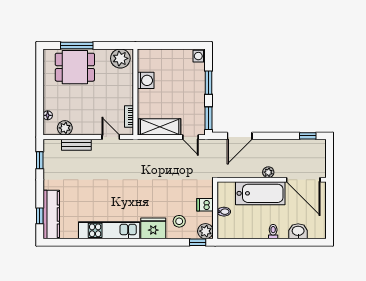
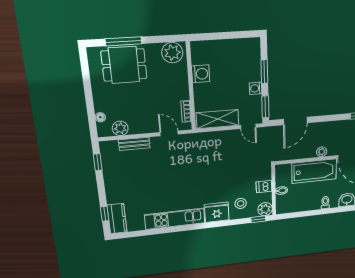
washing machine: (199, 56) -> (256, 88), moved
kitchen counter: (51, 215) -> (117, 219), width x0.67

